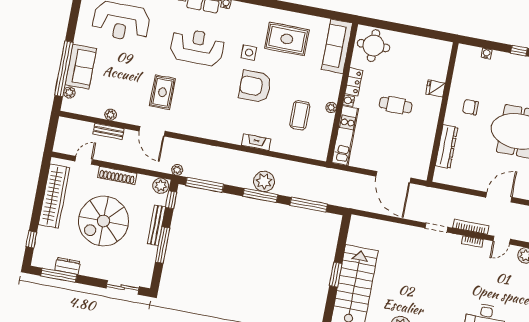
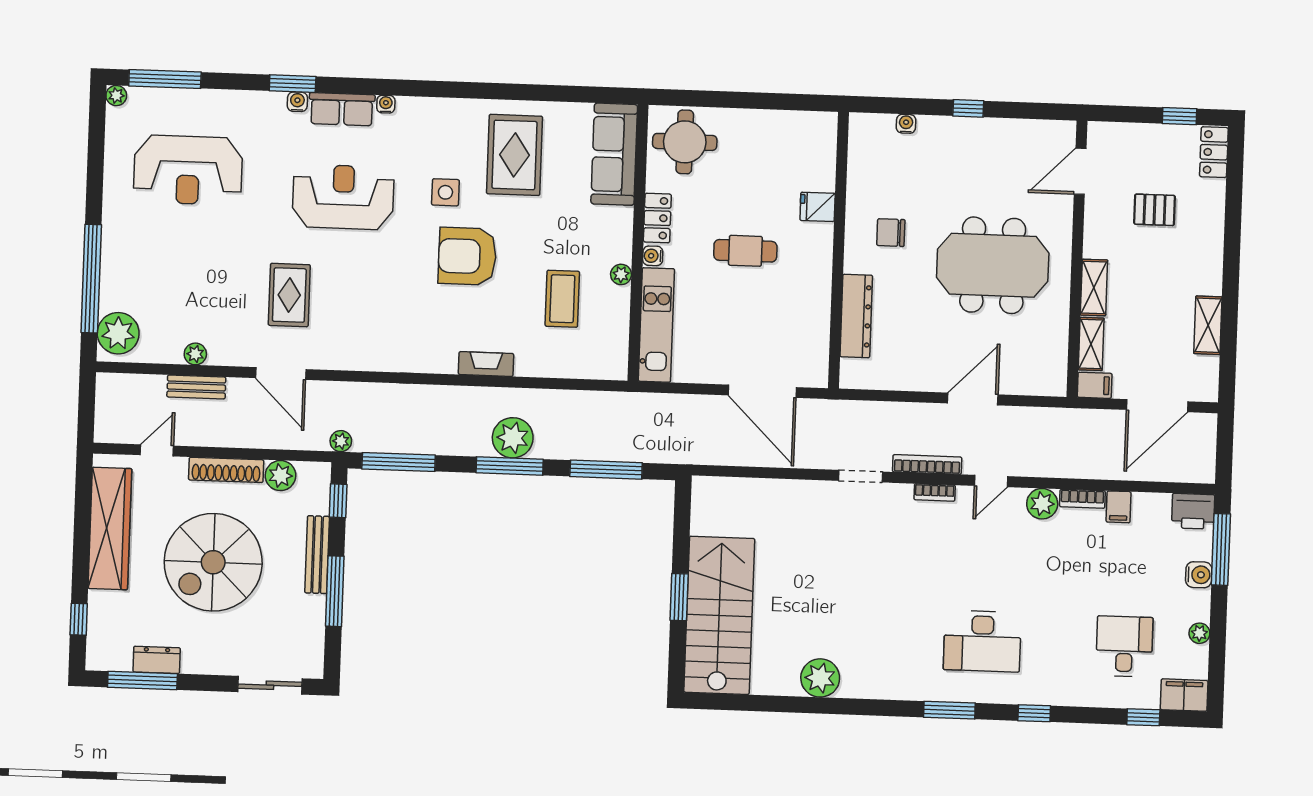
rug: (287, 39) -> (514, 155), turned 90
sofa: (81, 67) -> (123, 270), removed
plant: (69, 93) -> (118, 333), width x1.87, depth x1.87
plant: (161, 186) -> (280, 476), moved

